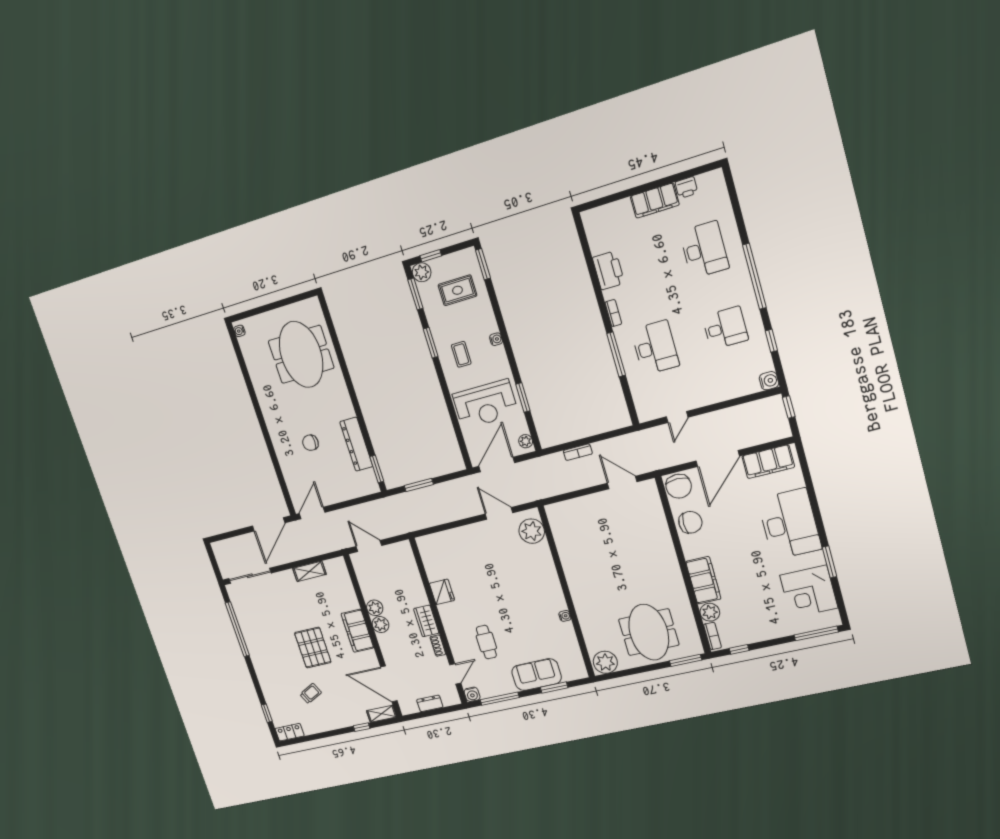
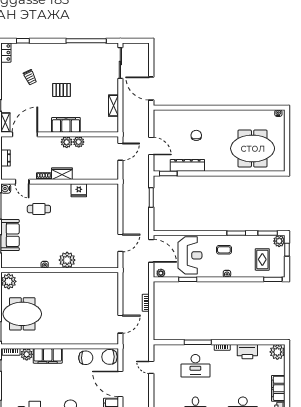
plant: (595, 221) -> (277, 352), added
reception desk: (485, 404) -> (190, 255), turned 180
door: (312, 513) -> (151, 146), moved
chair: (690, 522) -> (86, 358), turned -90
plant: (532, 531) -> (67, 260), moved
pallet: (313, 648) -> (62, 90), width x0.67, depth x0.71

